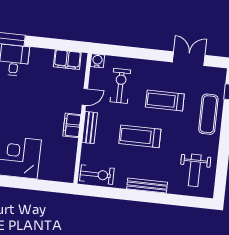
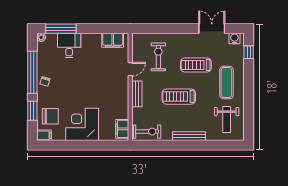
water cooler: (97, 61) -> (234, 38), moved
exercise mat: (208, 114) -> (226, 82), moved
filing cabinet: (72, 125) -> (122, 129), moved

